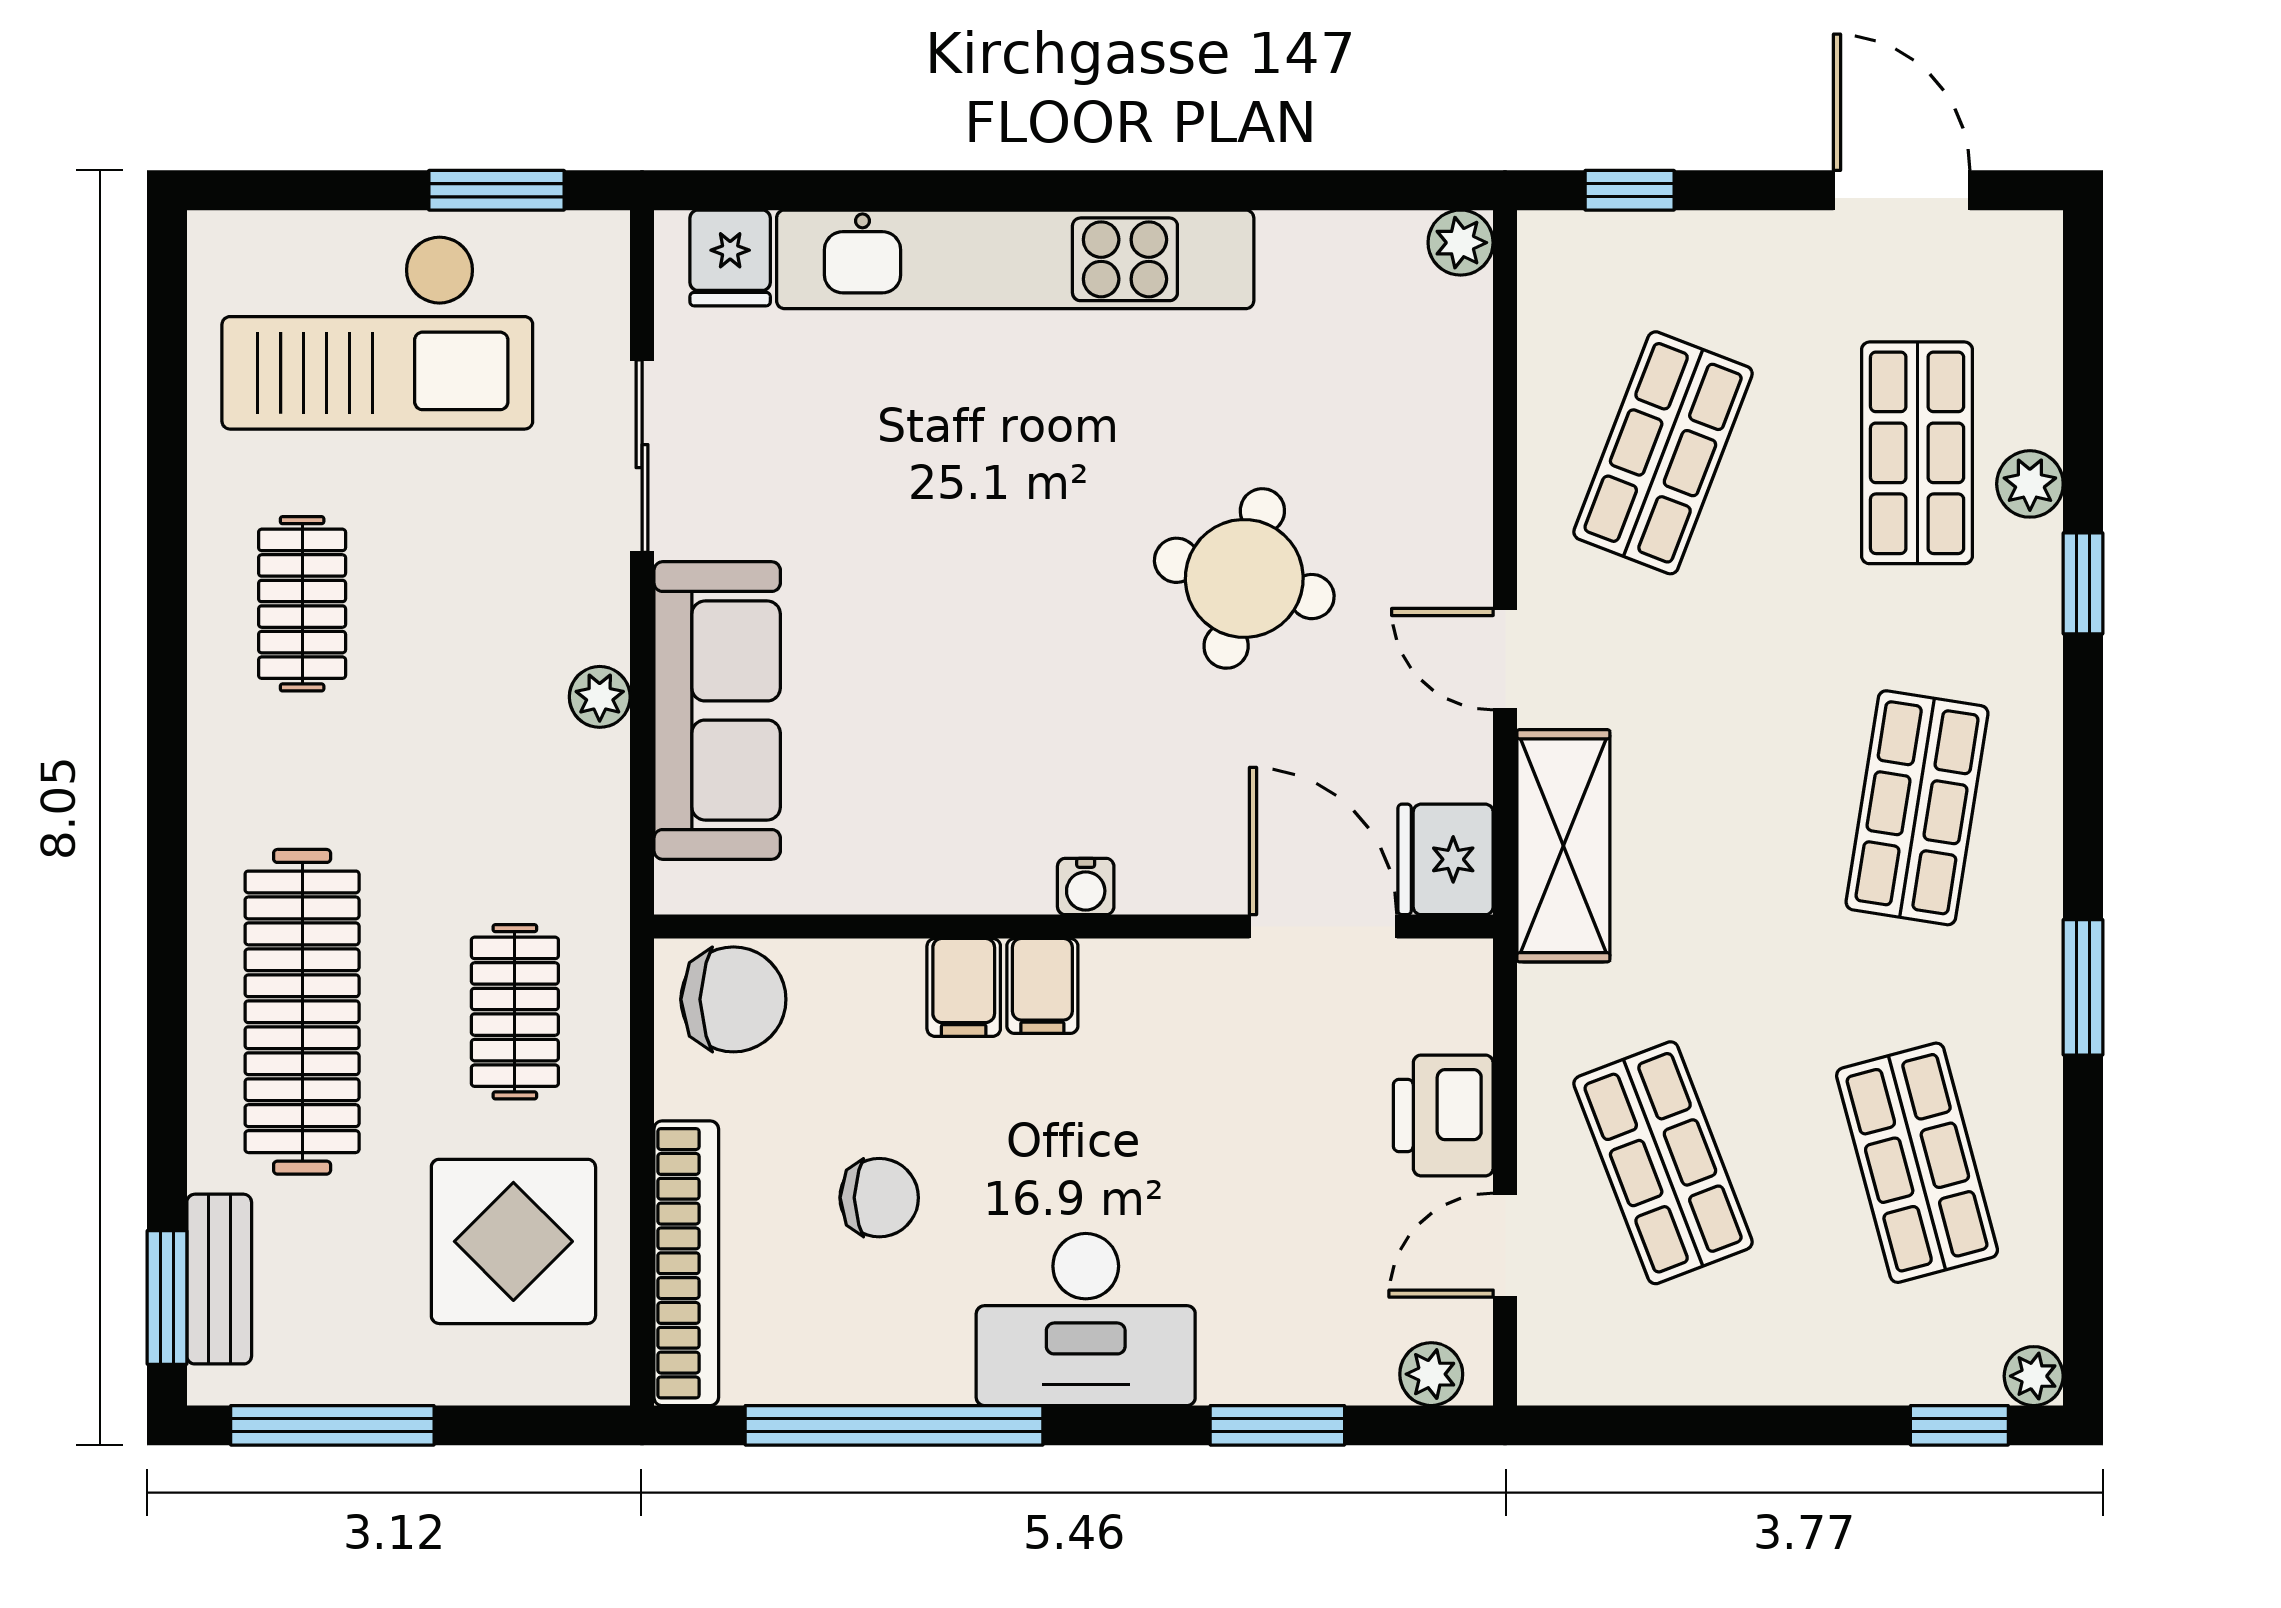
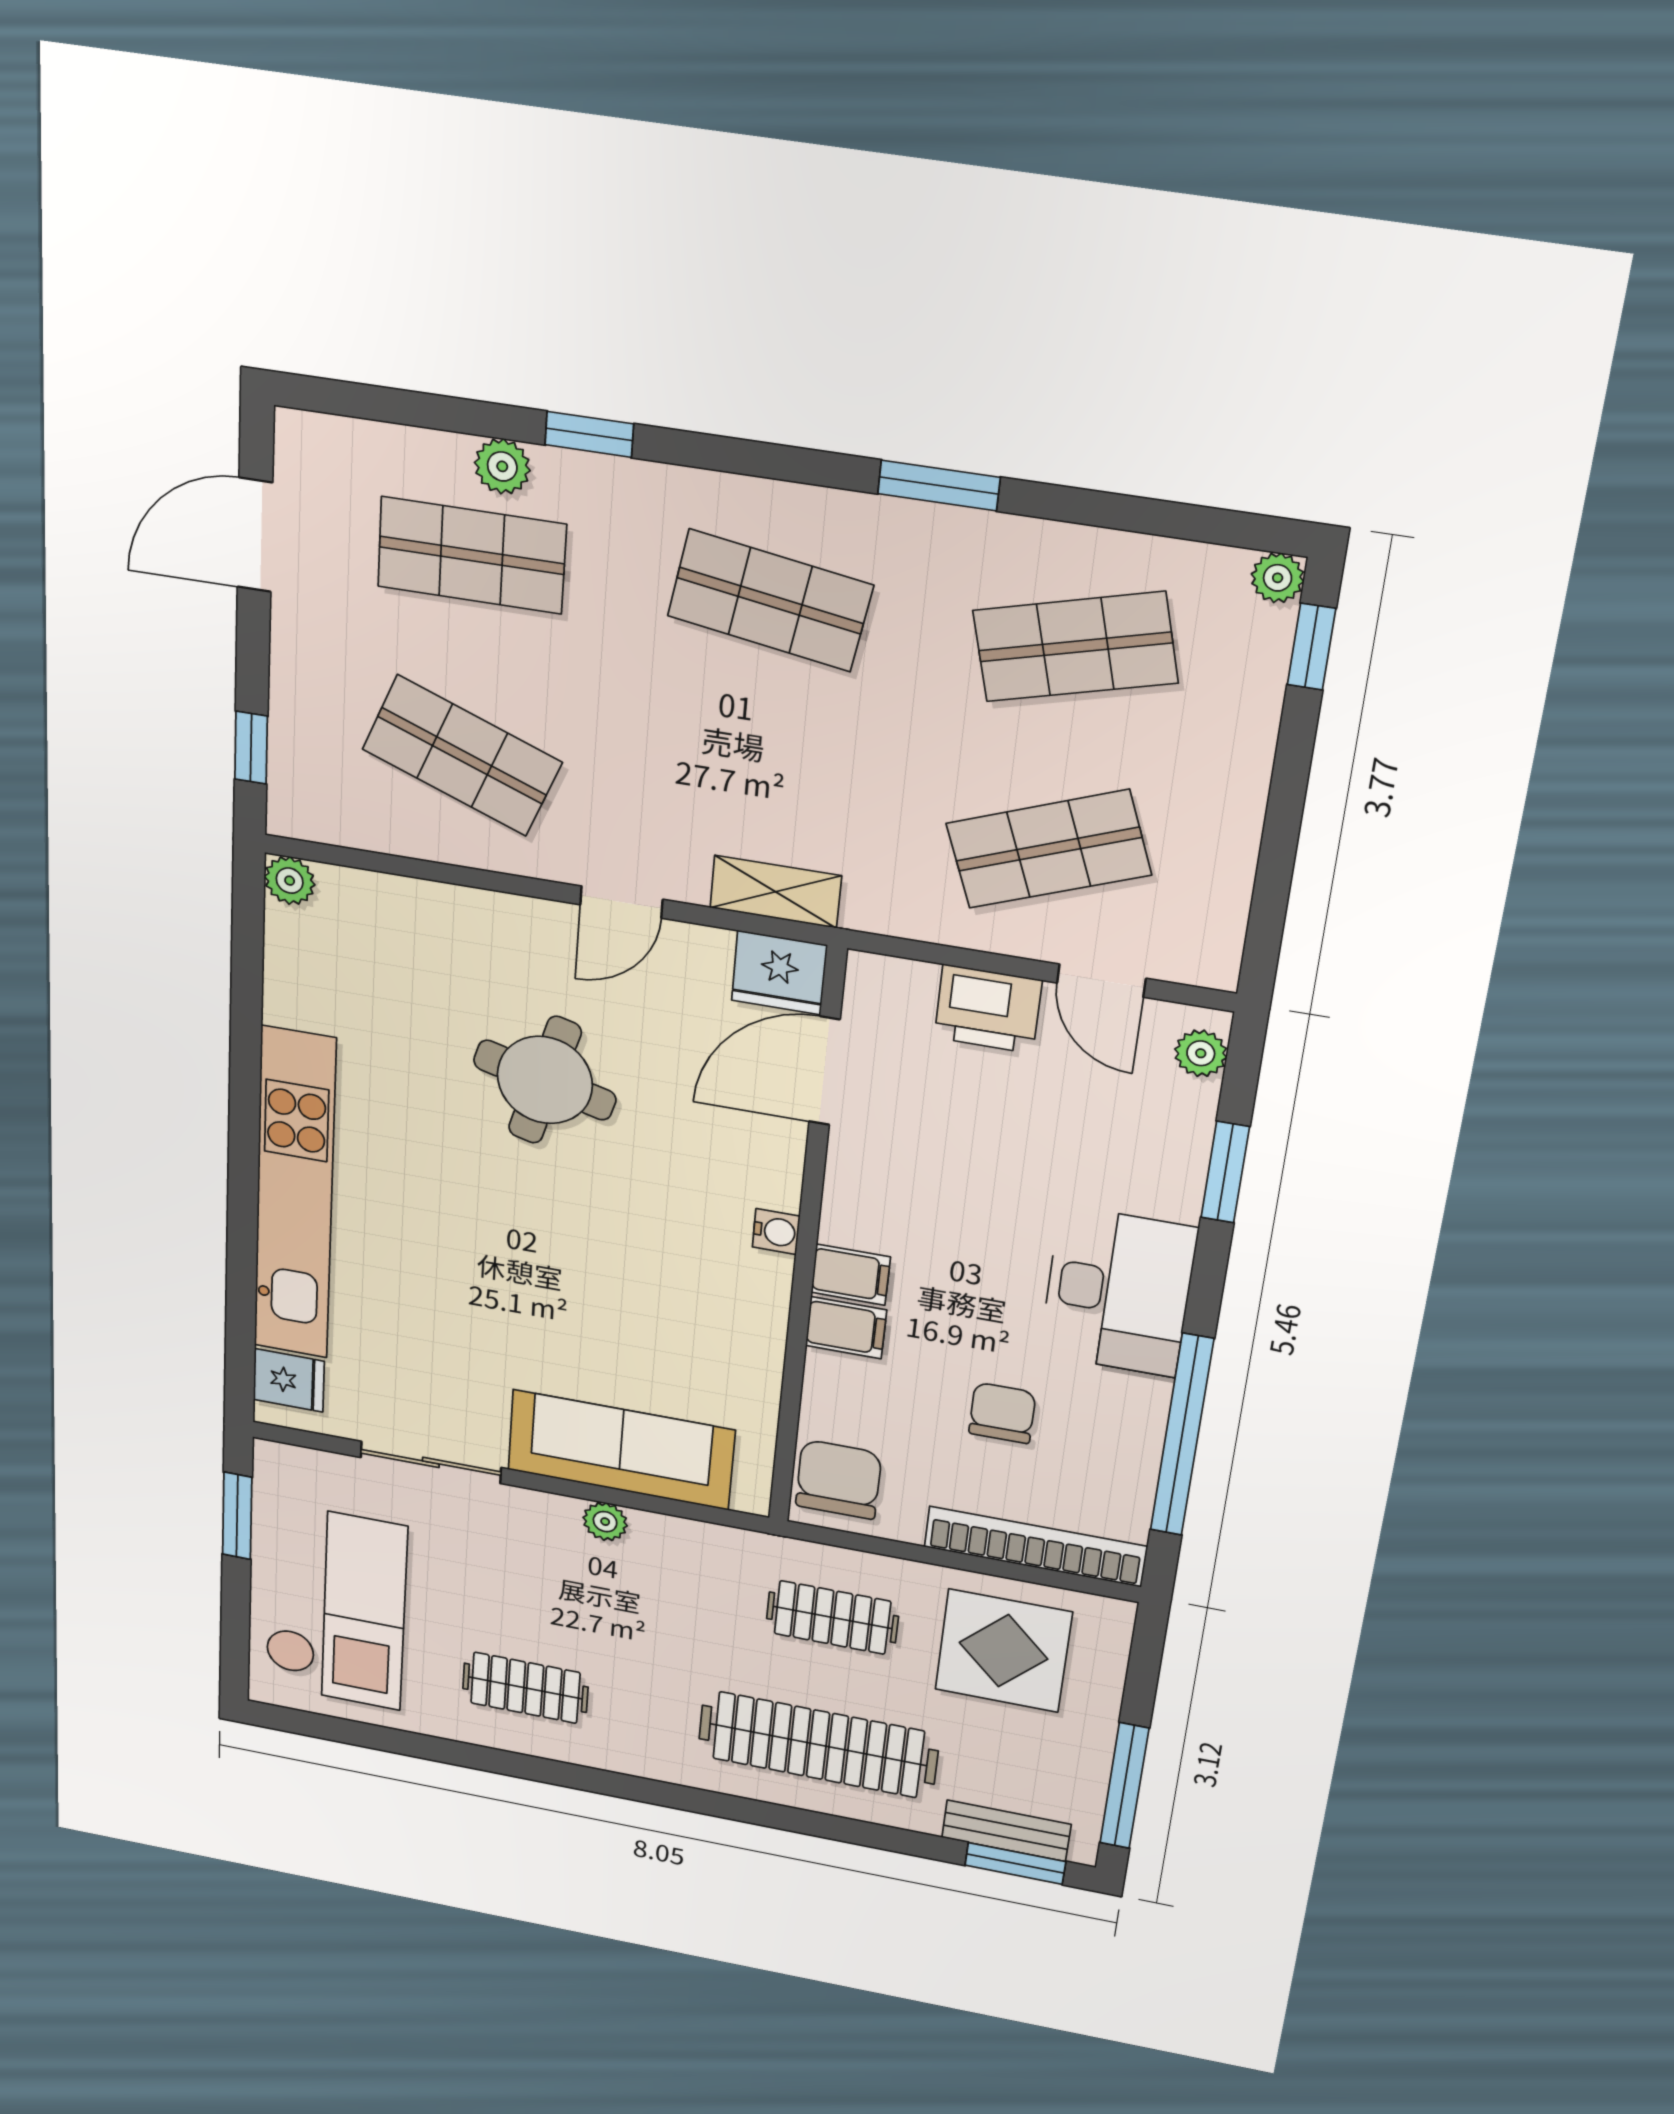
shelving: (1563, 846) -> (776, 892), width x0.67, depth x0.75

